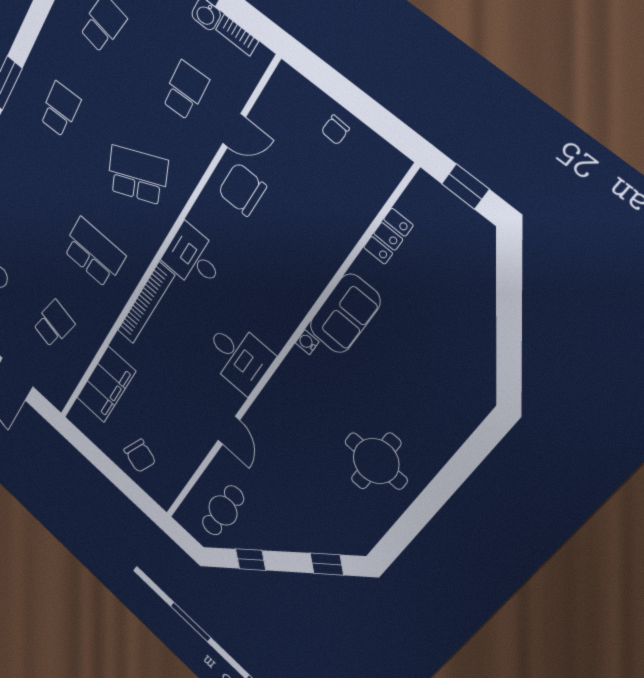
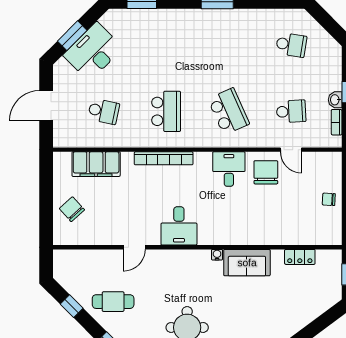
school desk: (60, 109) -> (229, 45), removed
desk: (193, 258) -> (229, 169), moved
chair: (140, 456) -> (72, 209), turned 118
cafe table: (223, 510) -> (113, 302), moved

